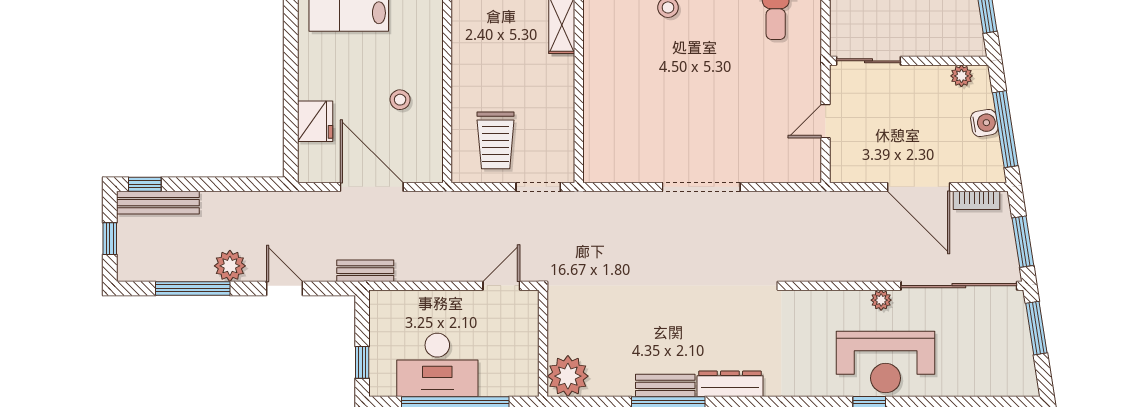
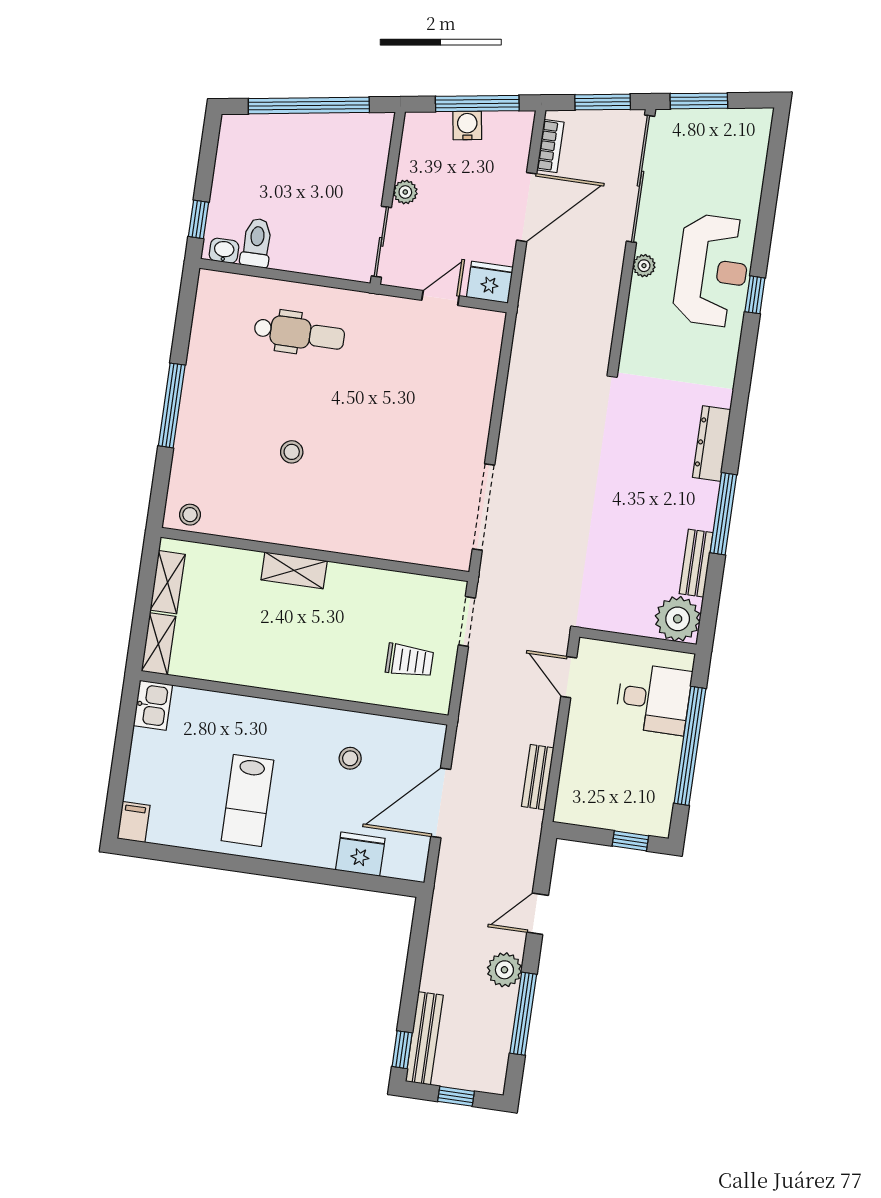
plant: (961, 76) -> (405, 192), moved
door: (826, 121) -> (440, 298), swing flipped
trolley: (496, 140) -> (410, 661), width x0.73, depth x0.72
fridge: (846, 164) -> (490, 282), added
doorway: (701, 187) -> (483, 507), moved
bench: (365, 271) -> (538, 777), moved
desk: (437, 365) -> (654, 699), moved, width x0.73
bench: (665, 385) -> (696, 563), moved

